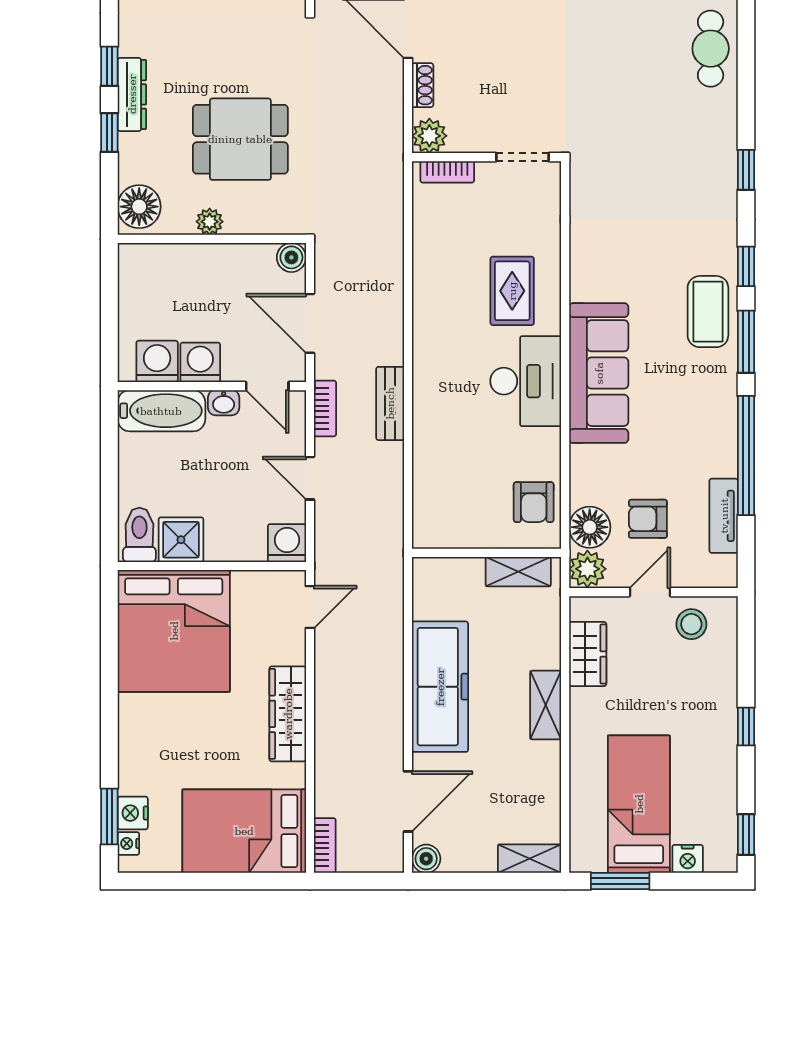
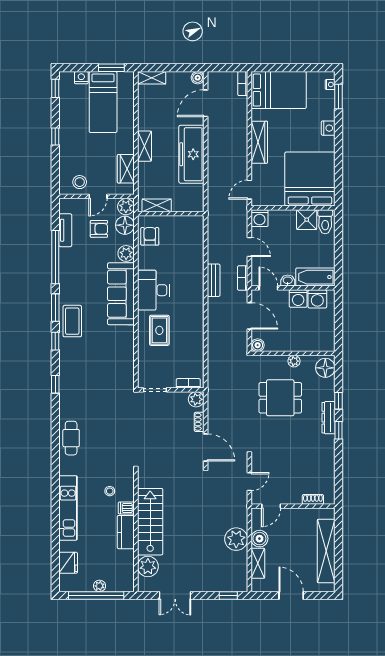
plant: (587, 464) -> (126, 253), added
nightstand: (133, 813) -> (328, 128), moved

